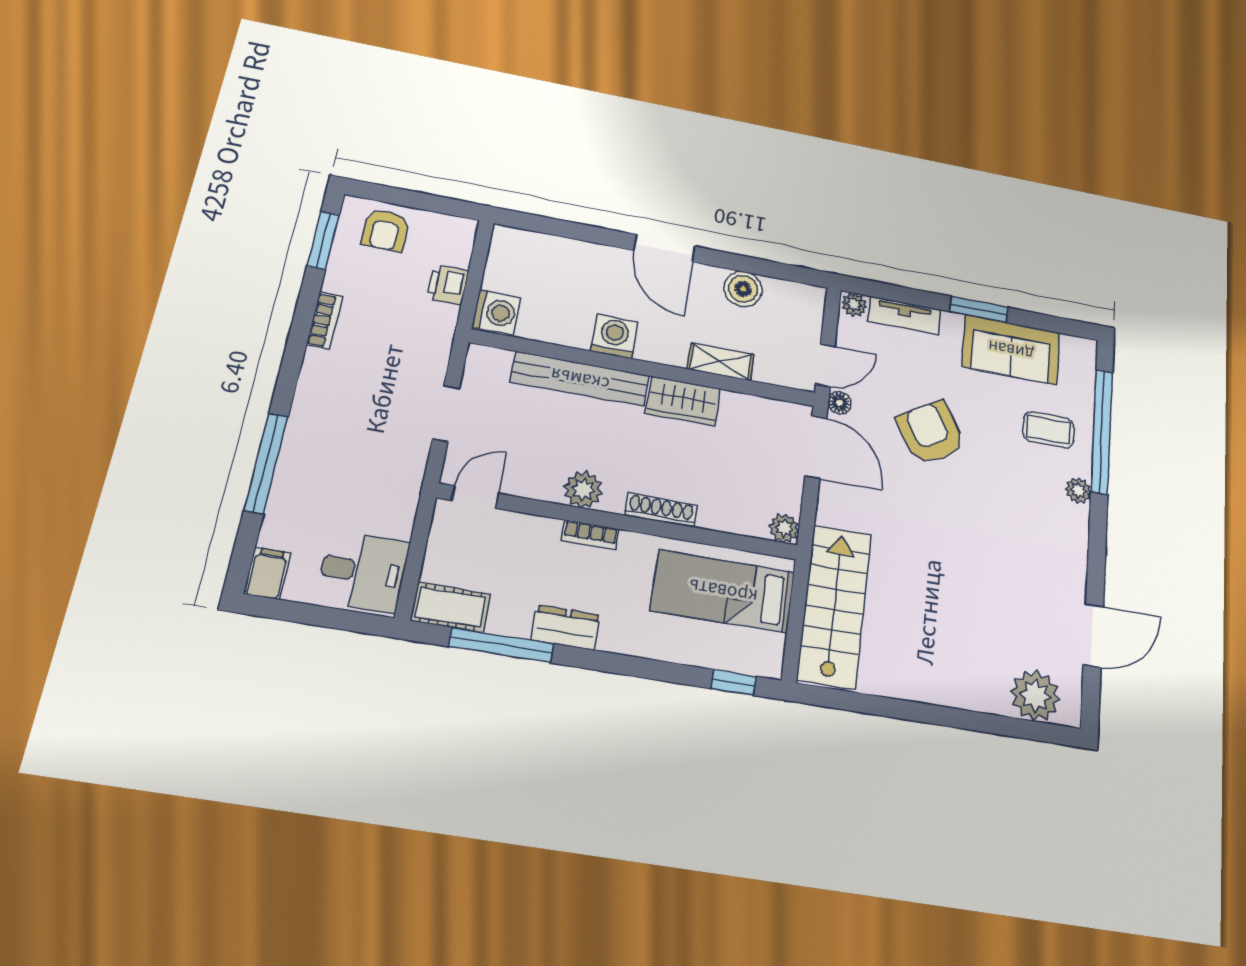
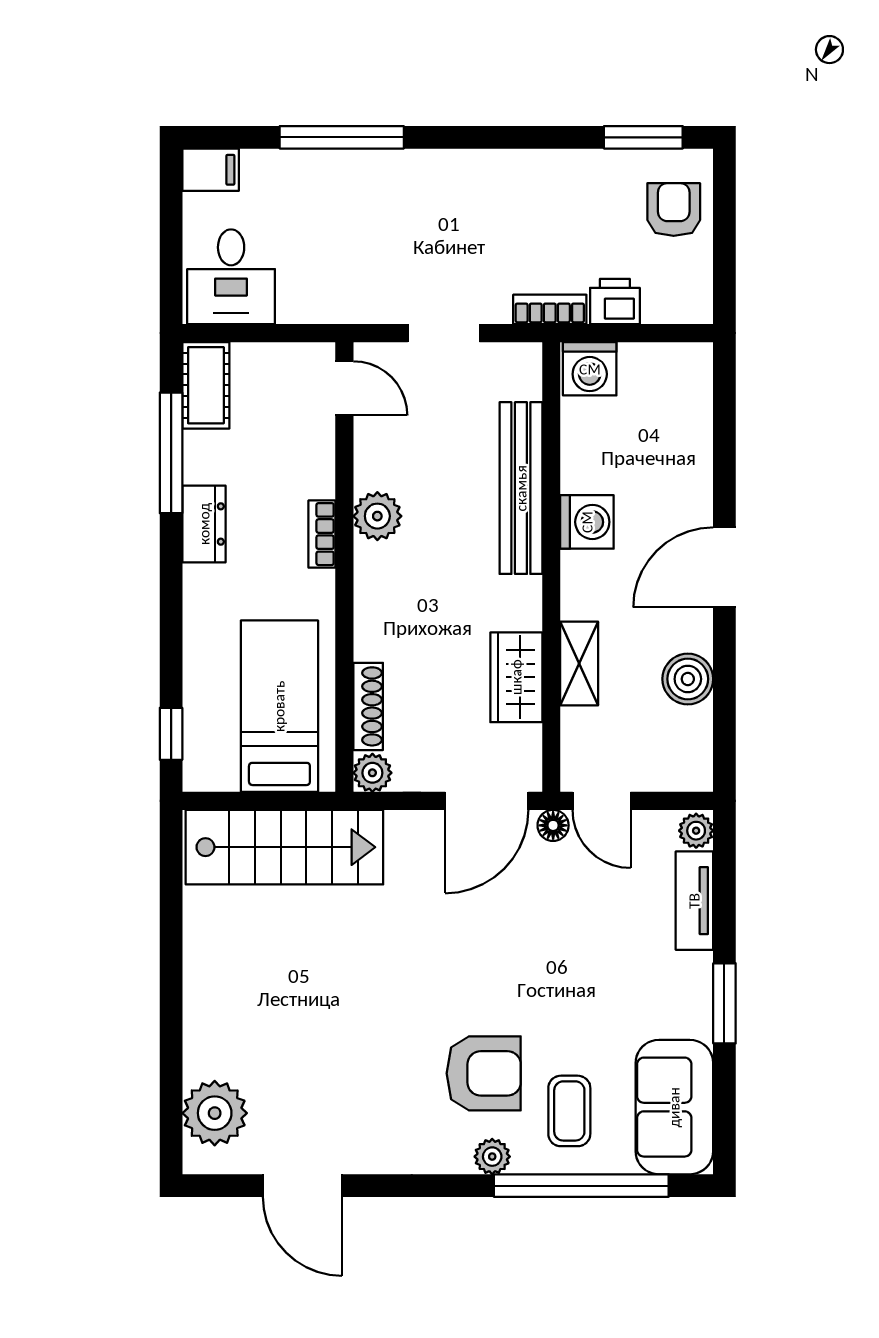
armchair: (385, 230) -> (674, 210), turned 90
bookcase: (325, 321) -> (550, 309), moved, turned 180
sofa: (1011, 350) -> (674, 1107), moved
wardrobe: (683, 401) -> (516, 677), moved
armchair: (931, 433) -> (484, 1073), moved, turned 31
shoe rack: (661, 510) -> (368, 706), moved

